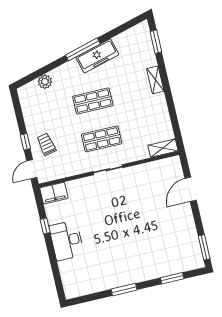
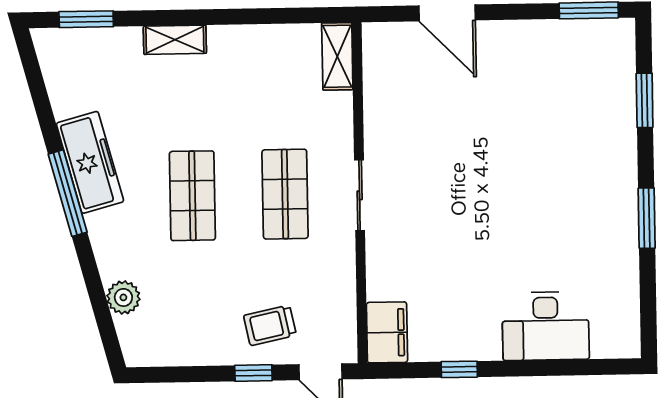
desk: (67, 240) -> (546, 326), moved

